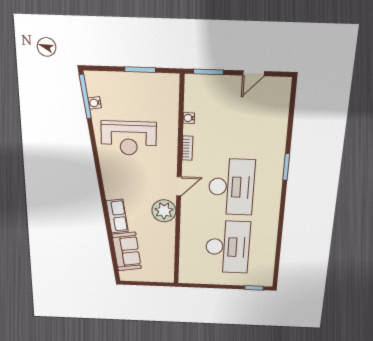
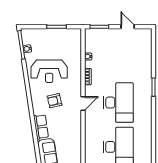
door: (254, 73) -> (128, 27), swing flipped
armchair: (137, 181) -> (55, 101), added
plant: (164, 211) -> (73, 122), removed

